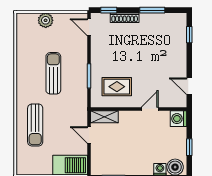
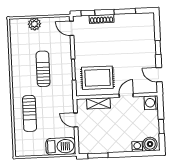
window: (189, 35) -> (158, 48), moved
rug: (117, 87) -> (97, 78), width x1.36, depth x1.43
shelving: (104, 117) -> (99, 103), moved

